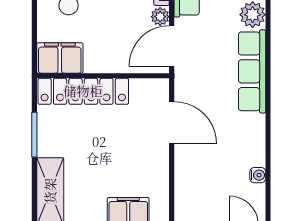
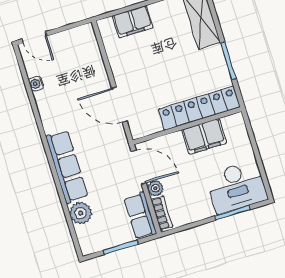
door: (172, 46) -> (139, 167), hinge flipped
filing cabinet: (60, 58) -> (204, 136), moved

